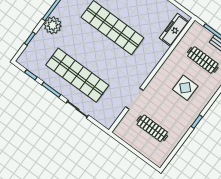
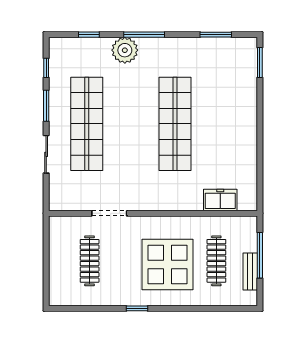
freezer: (174, 30) -> (220, 200), width x0.71
display table: (185, 88) -> (167, 265), width x1.86, depth x1.86

